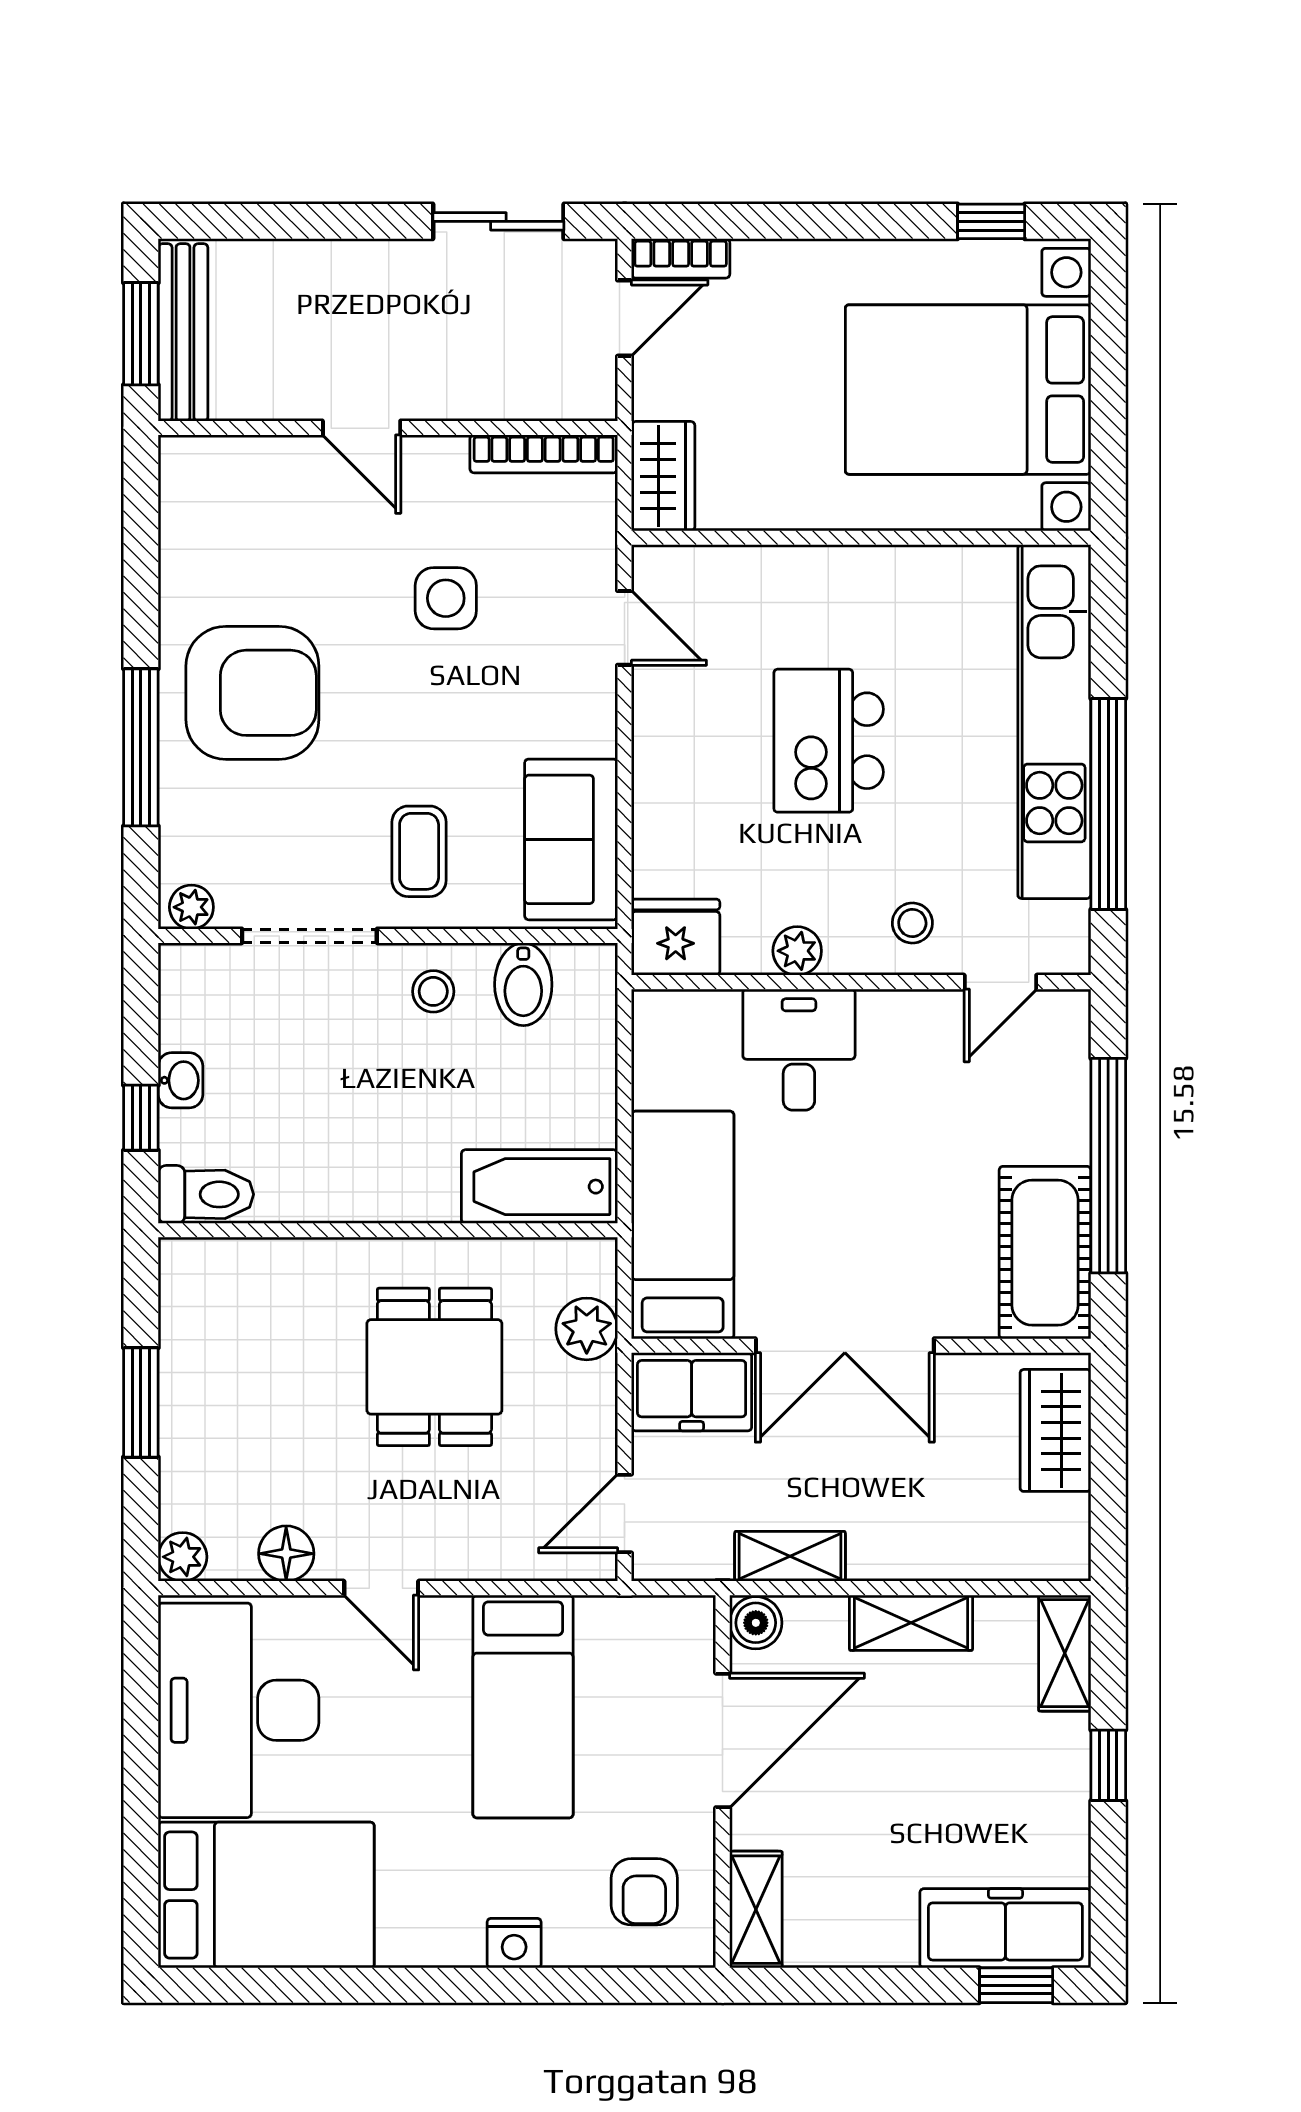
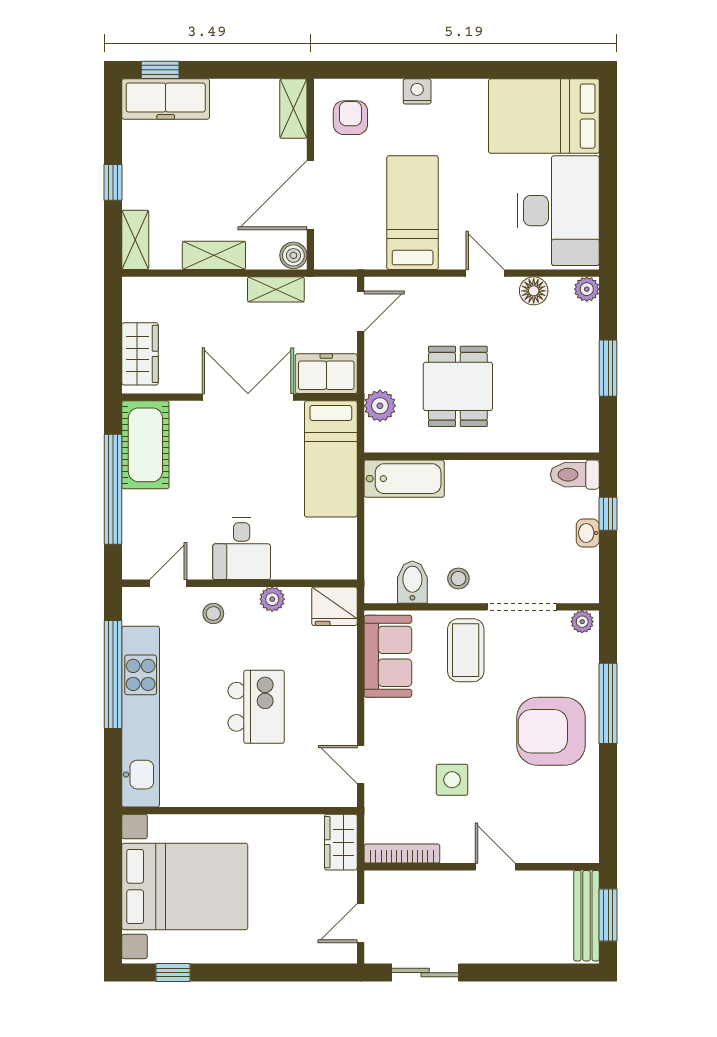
bookcase: (681, 258) -> (332, 954), removed
coffee table: (419, 851) -> (466, 650), width x1.36, depth x1.30
desk: (799, 1050) -> (242, 549), moved

